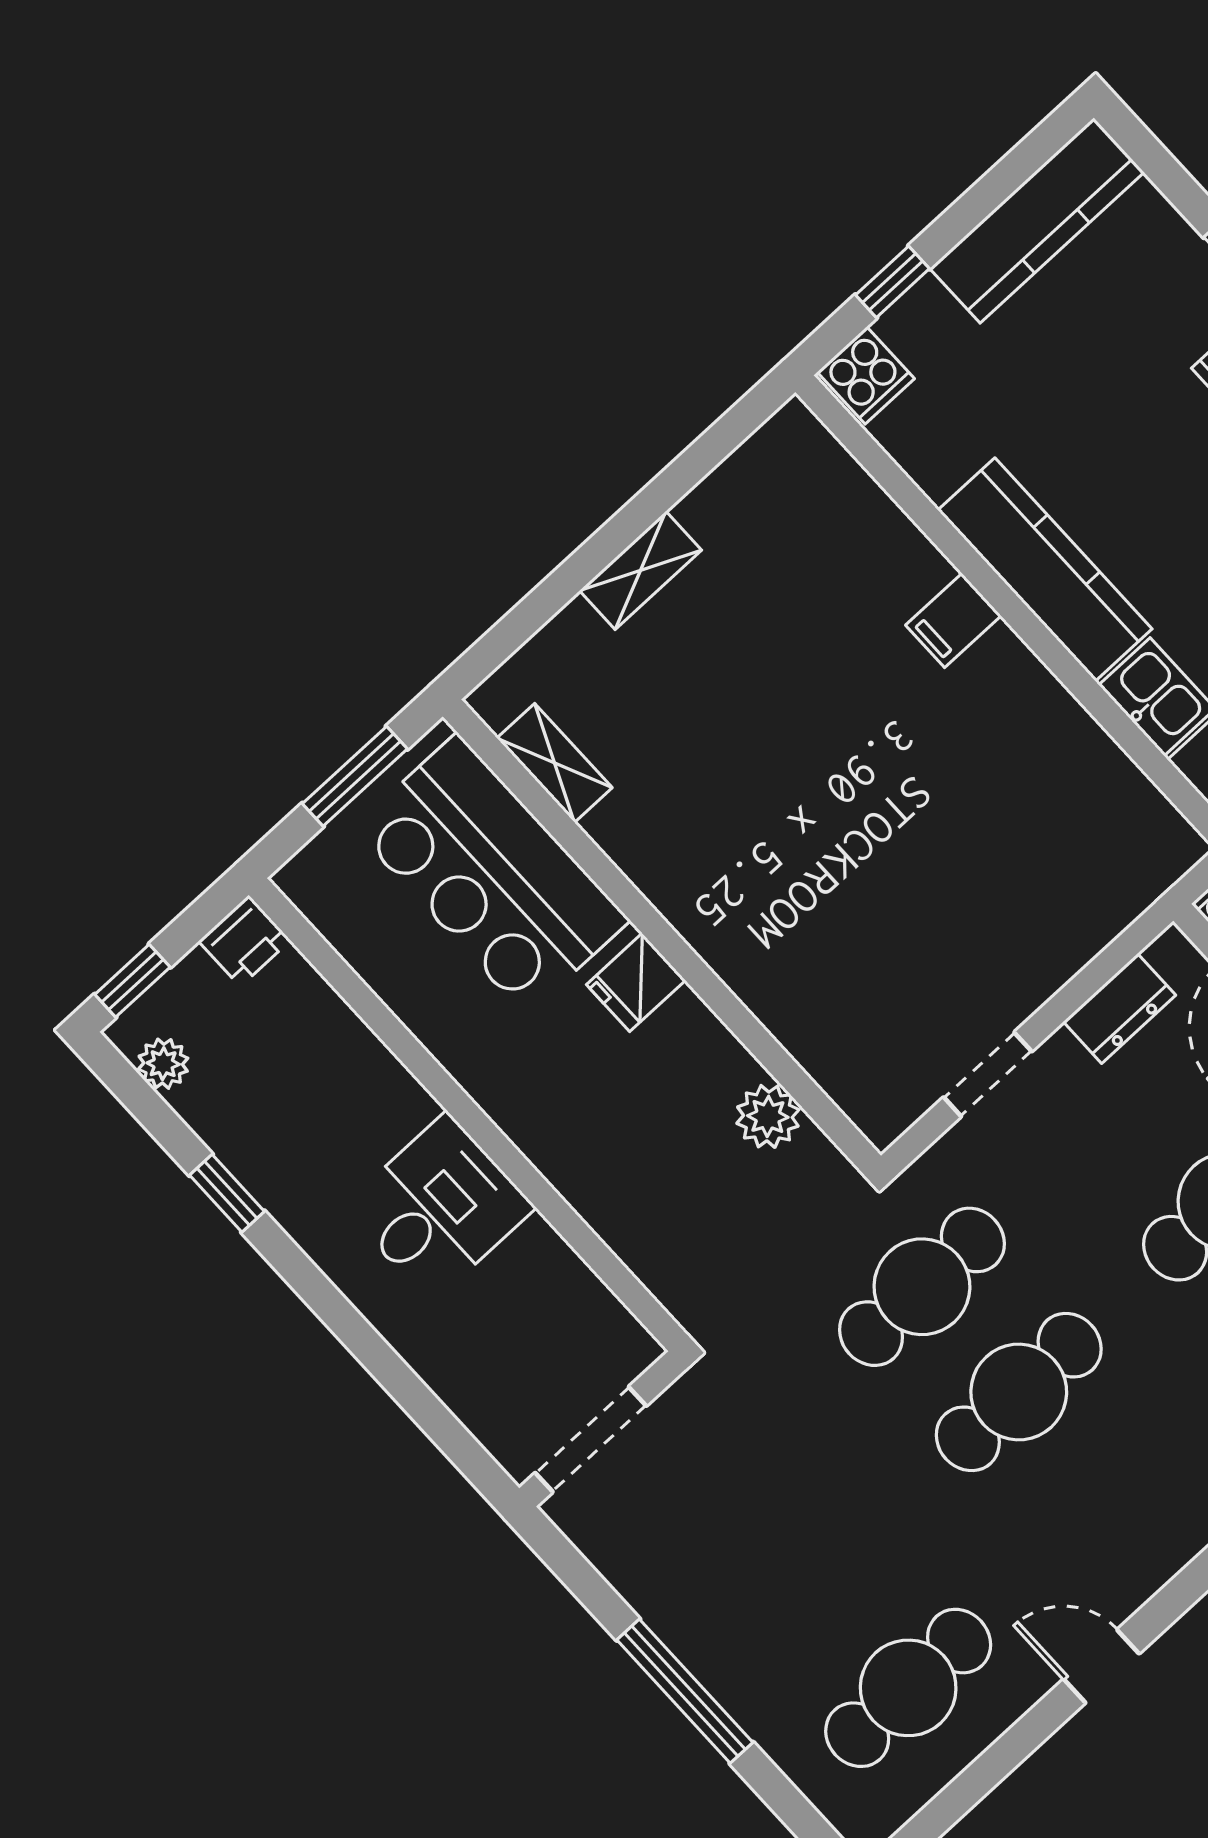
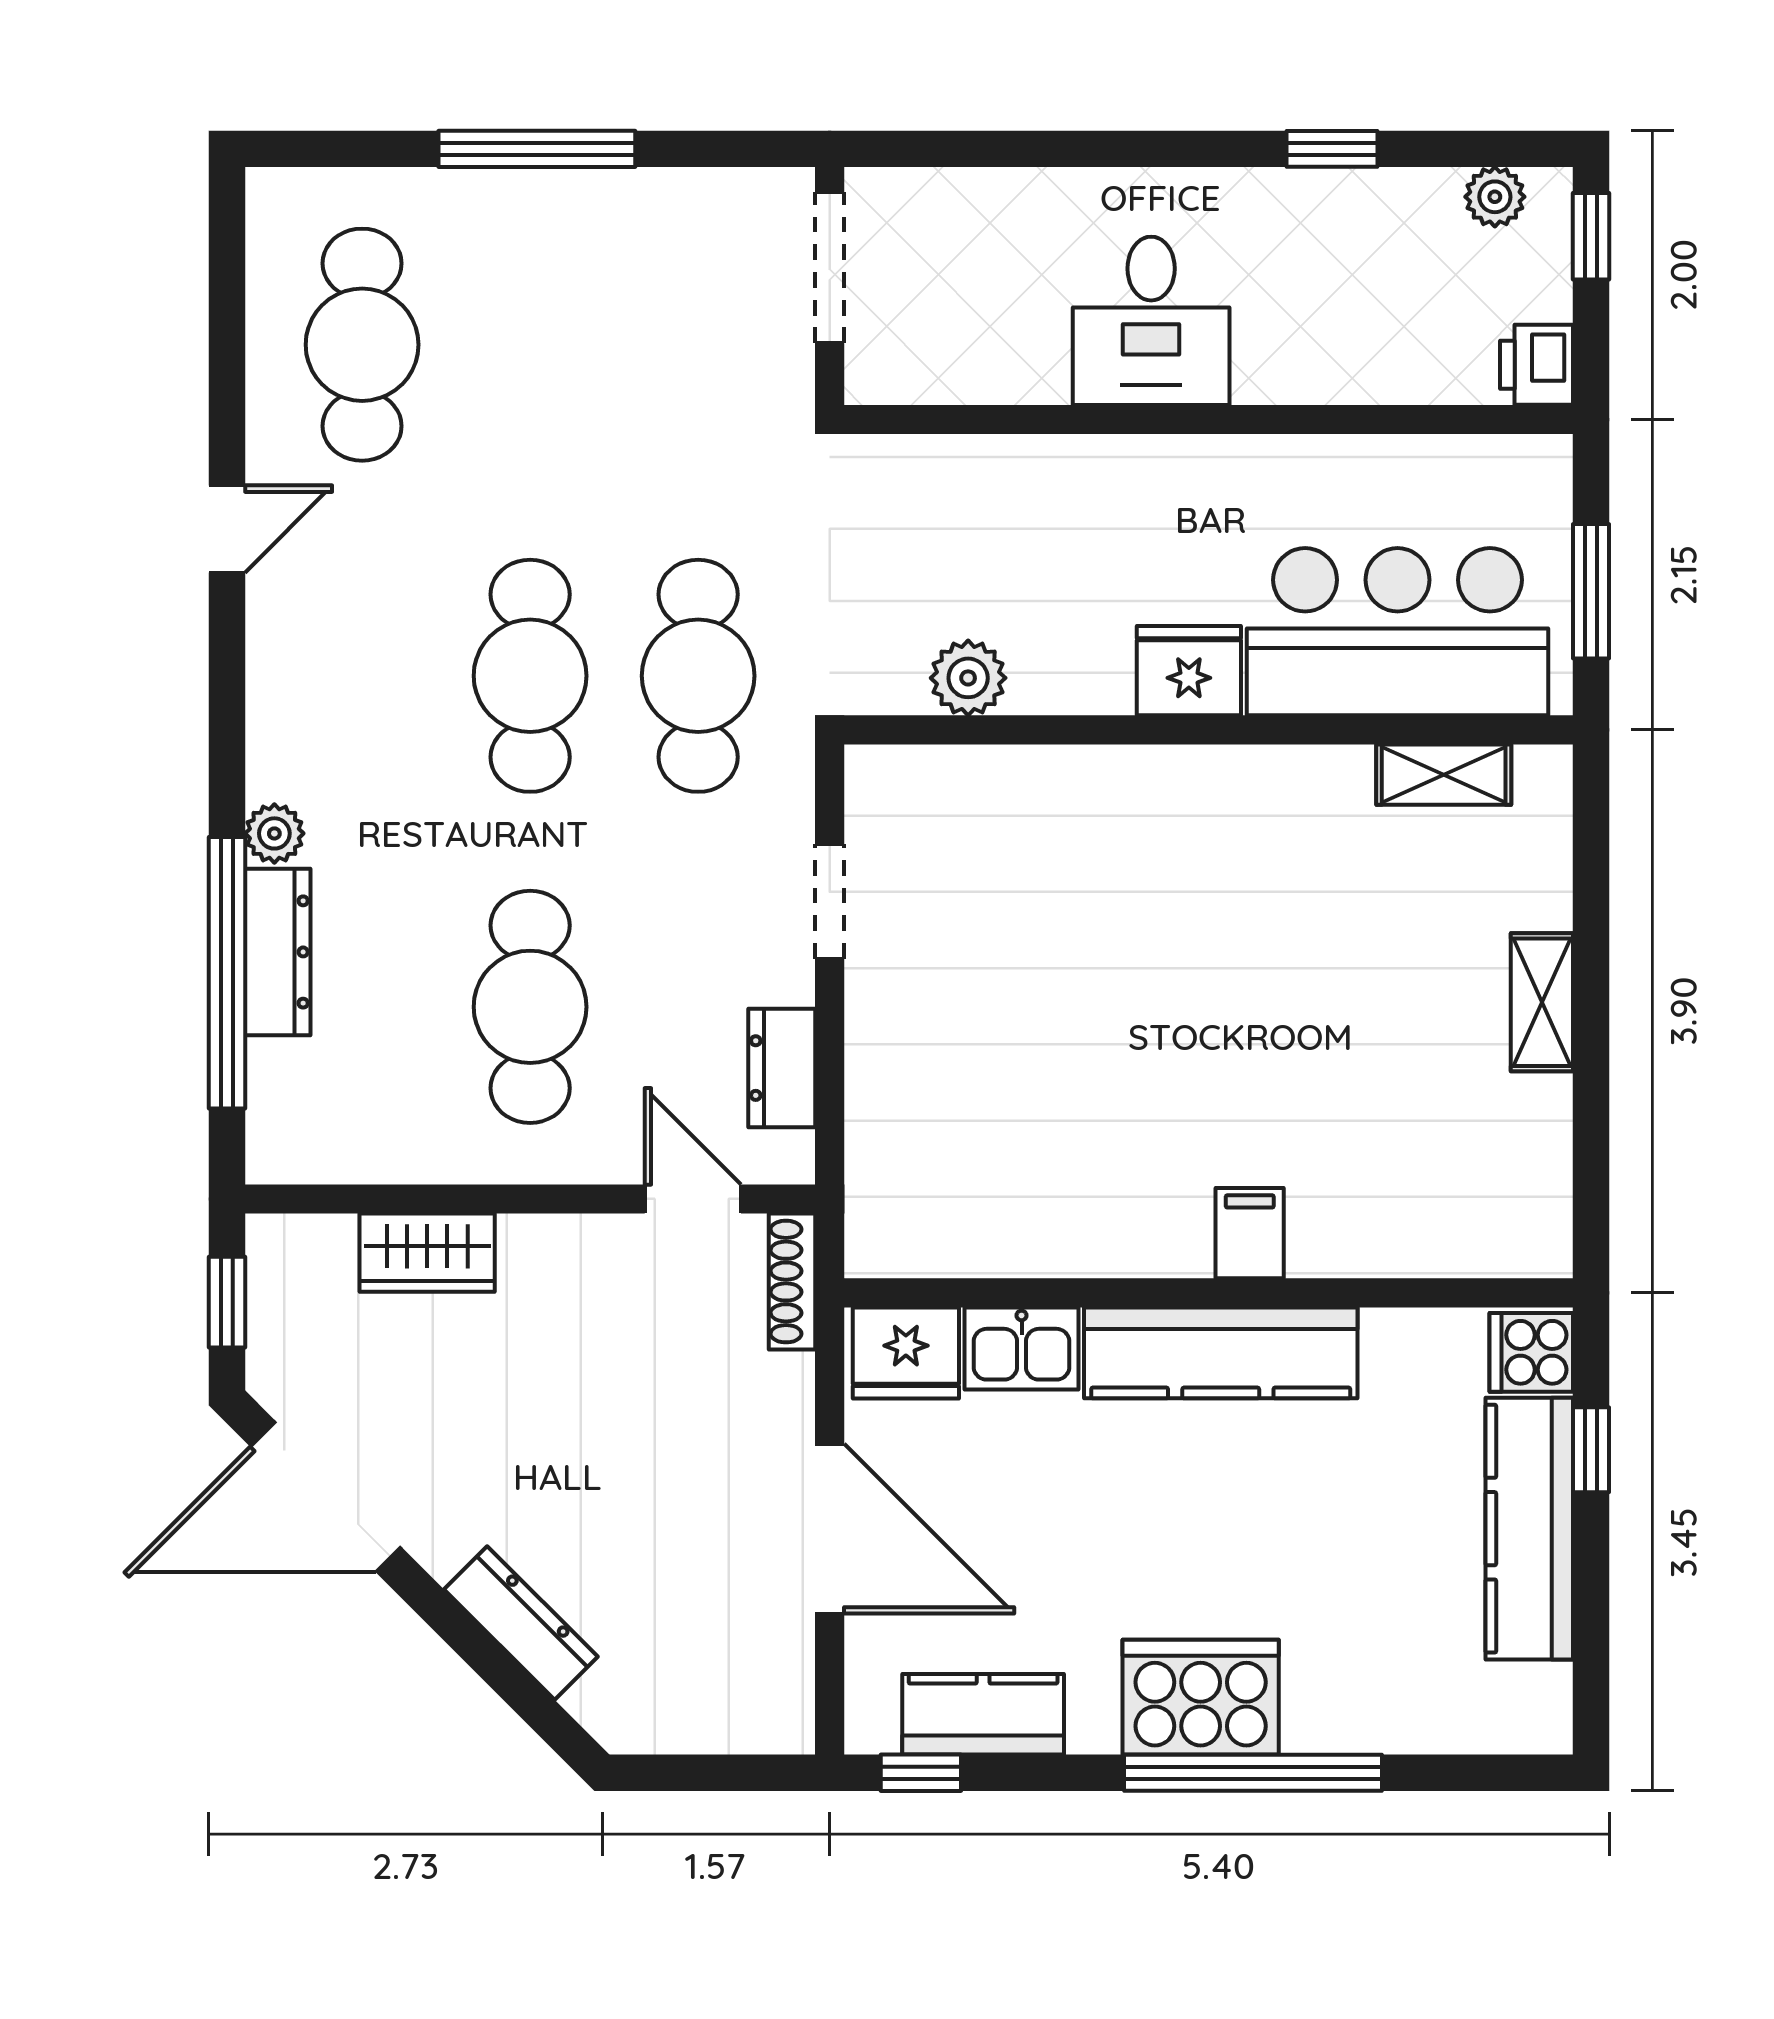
kitchen counter: (1037, 220) -> (1529, 1529), moved
fridge: (636, 982) -> (1189, 671), width x1.38

